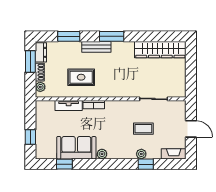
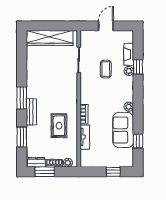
wardrobe: (160, 50) -> (50, 38), moved, turned 90
fireplace: (174, 154) -> (129, 54), moved

